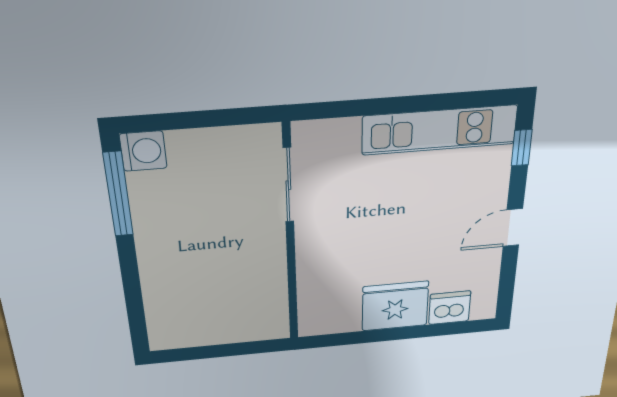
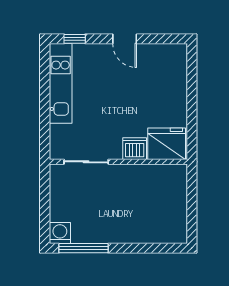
fridge: (395, 306) -> (167, 144), moved, turned 90
dishwasher: (450, 308) -> (135, 149), moved, turned 90

